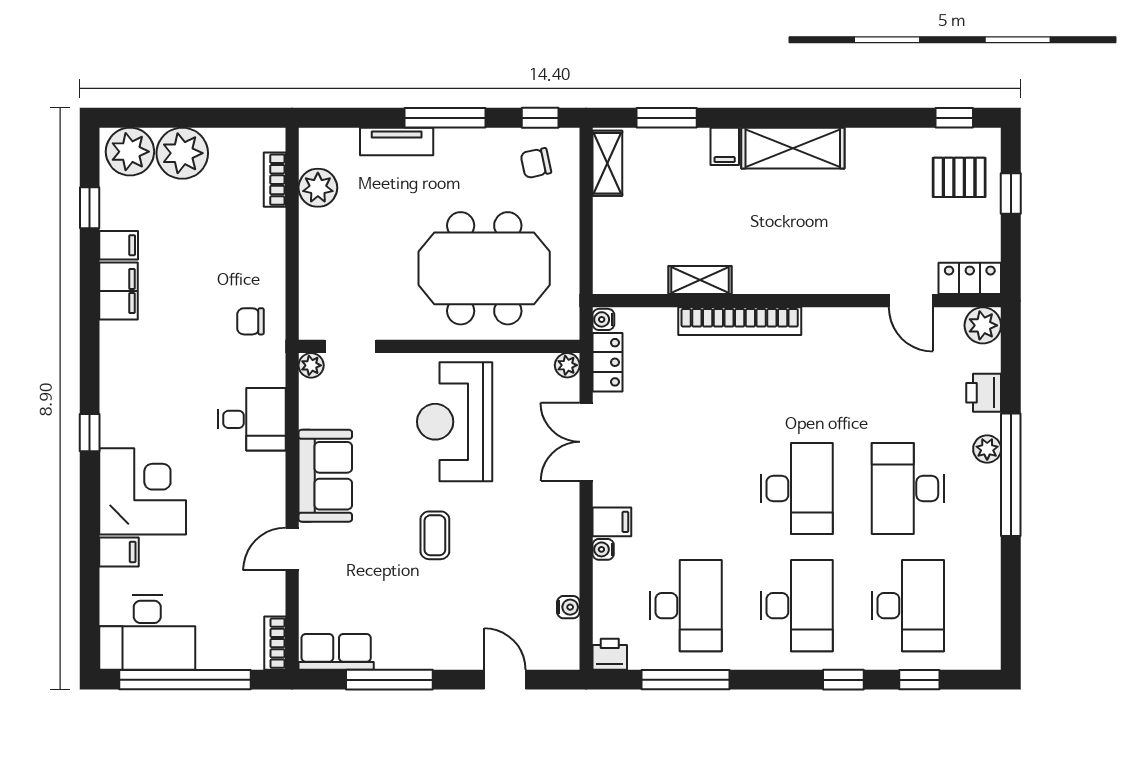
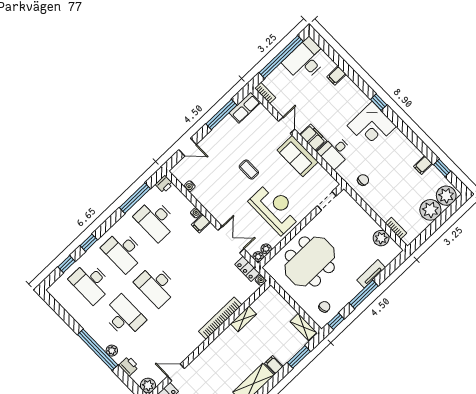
filing cabinet: (119, 291) -> (313, 138), moved, turned 180
plant: (311, 365) -> (266, 249), moved
corner desk: (143, 491) -> (372, 126), moved

